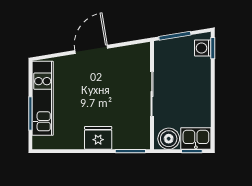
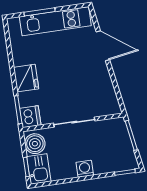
washing machine: (203, 48) -> (85, 169), moved
door: (91, 49) -> (103, 46), moved
dishwasher: (140, 139) -> (30, 117), added

